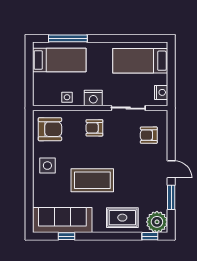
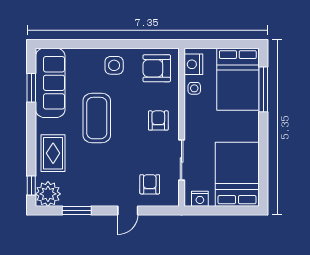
bed: (59, 60) -> (238, 79), width x1.50
bed: (140, 61) -> (237, 174), width x1.50
nightstand: (93, 98) -> (193, 64), moved
armchair: (50, 129) -> (157, 68), turned 90
door: (171, 169) -> (128, 210), moved
window: (67, 236) -> (31, 88), width x1.50

